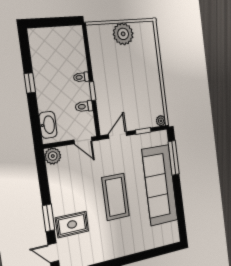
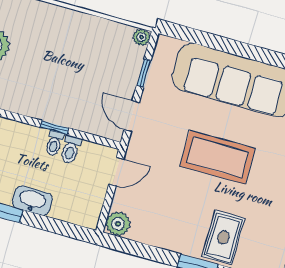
toilet: (81, 77) -> (54, 143), moved
washbasin: (48, 125) -> (32, 201), moved
window: (174, 158) -> (206, 39), removed

